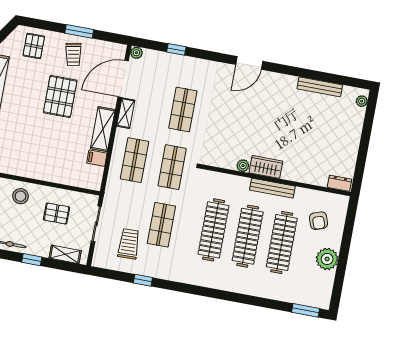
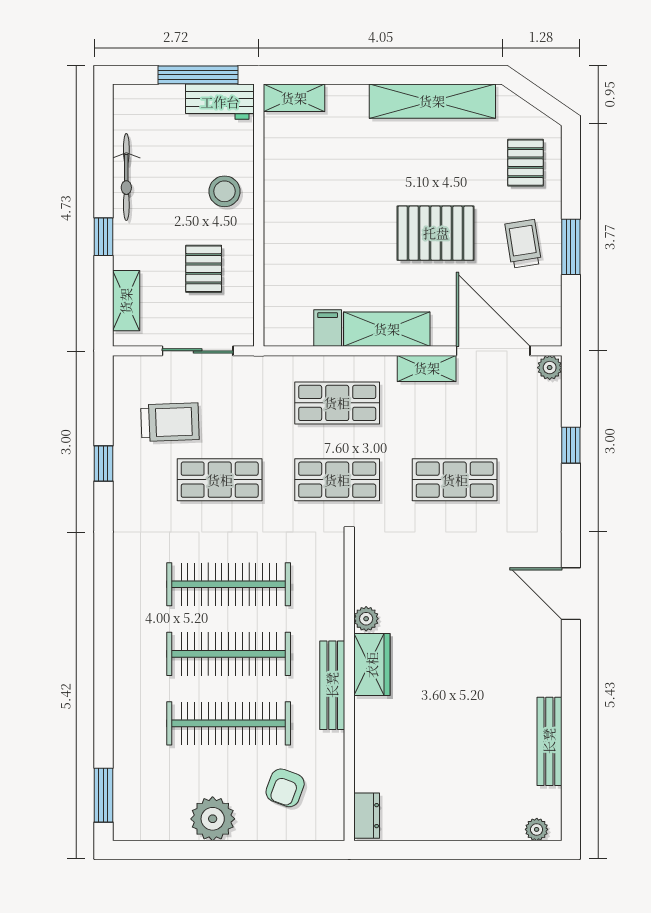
pallet: (34, 46) -> (525, 163), turned 90
trolley: (73, 54) -> (523, 244), turned 91
armchair: (318, 221) -> (285, 788), turned -51

